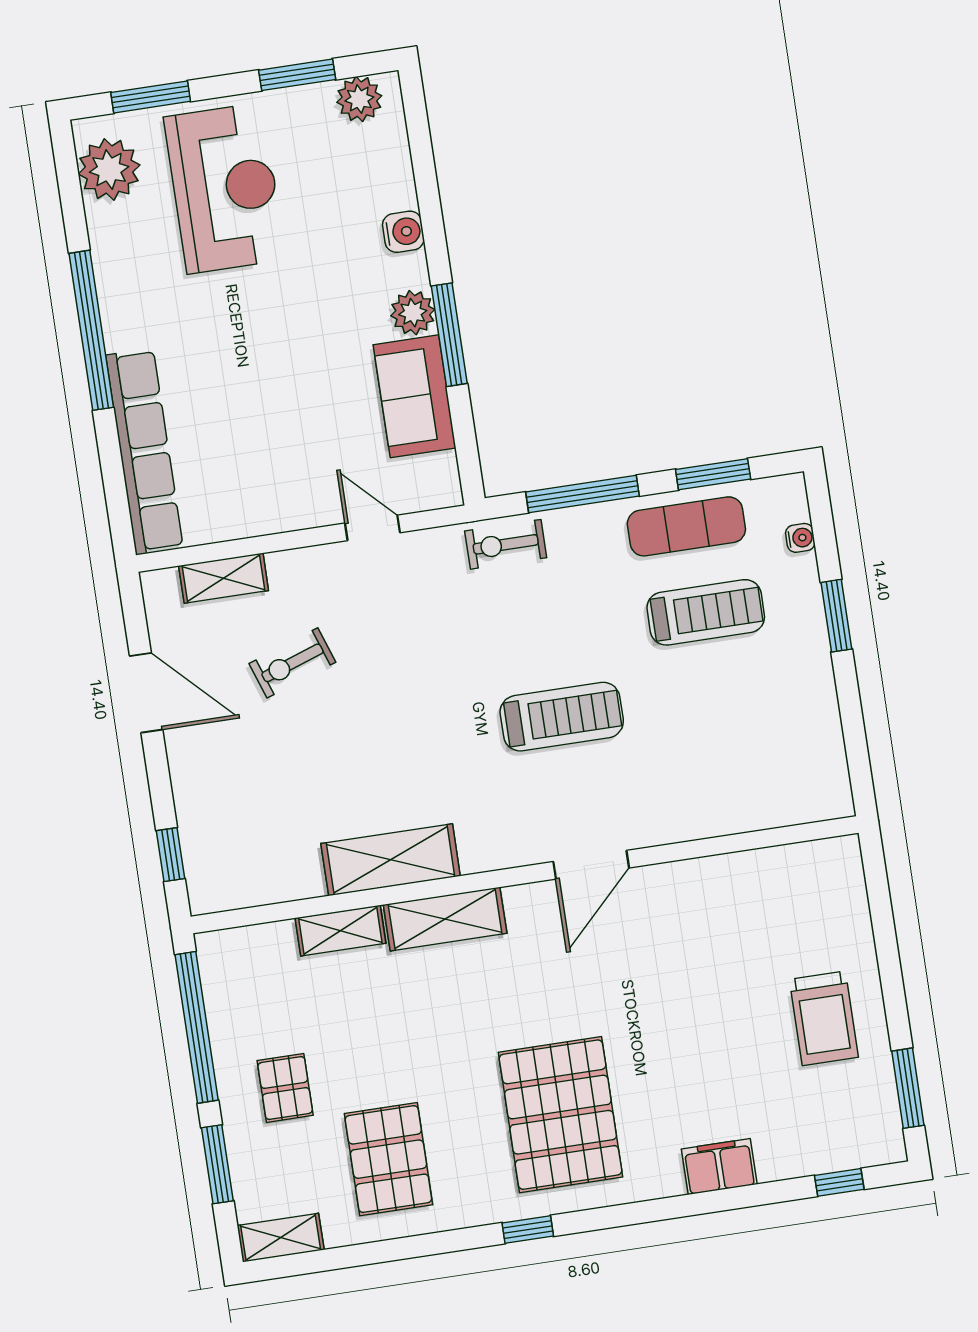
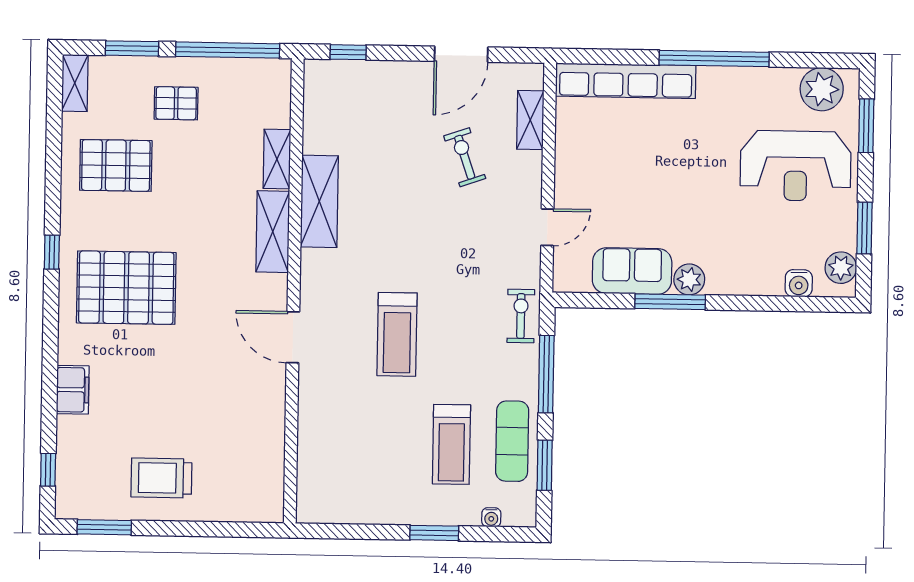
water cooler: (403, 232) -> (799, 283), moved

